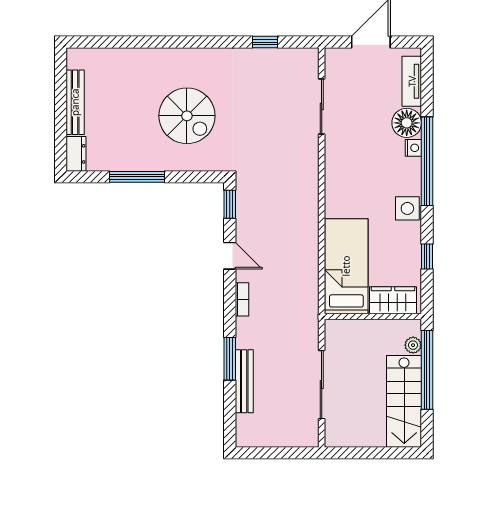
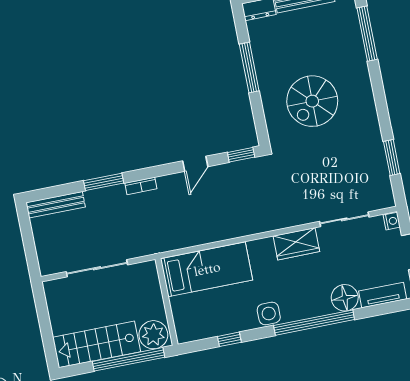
window: (126, 42) -> (367, 34), added
window: (265, 42) -> (392, 157), width x1.50
nightstand: (413, 148) -> (392, 221), moved, turned -90
bookcase: (242, 299) -> (141, 186), moved
wardrobe: (393, 300) -> (296, 244), moved, turned 90
plant: (413, 345) -> (153, 335), width x1.87, depth x1.87
bench: (244, 381) -> (56, 205), moved

